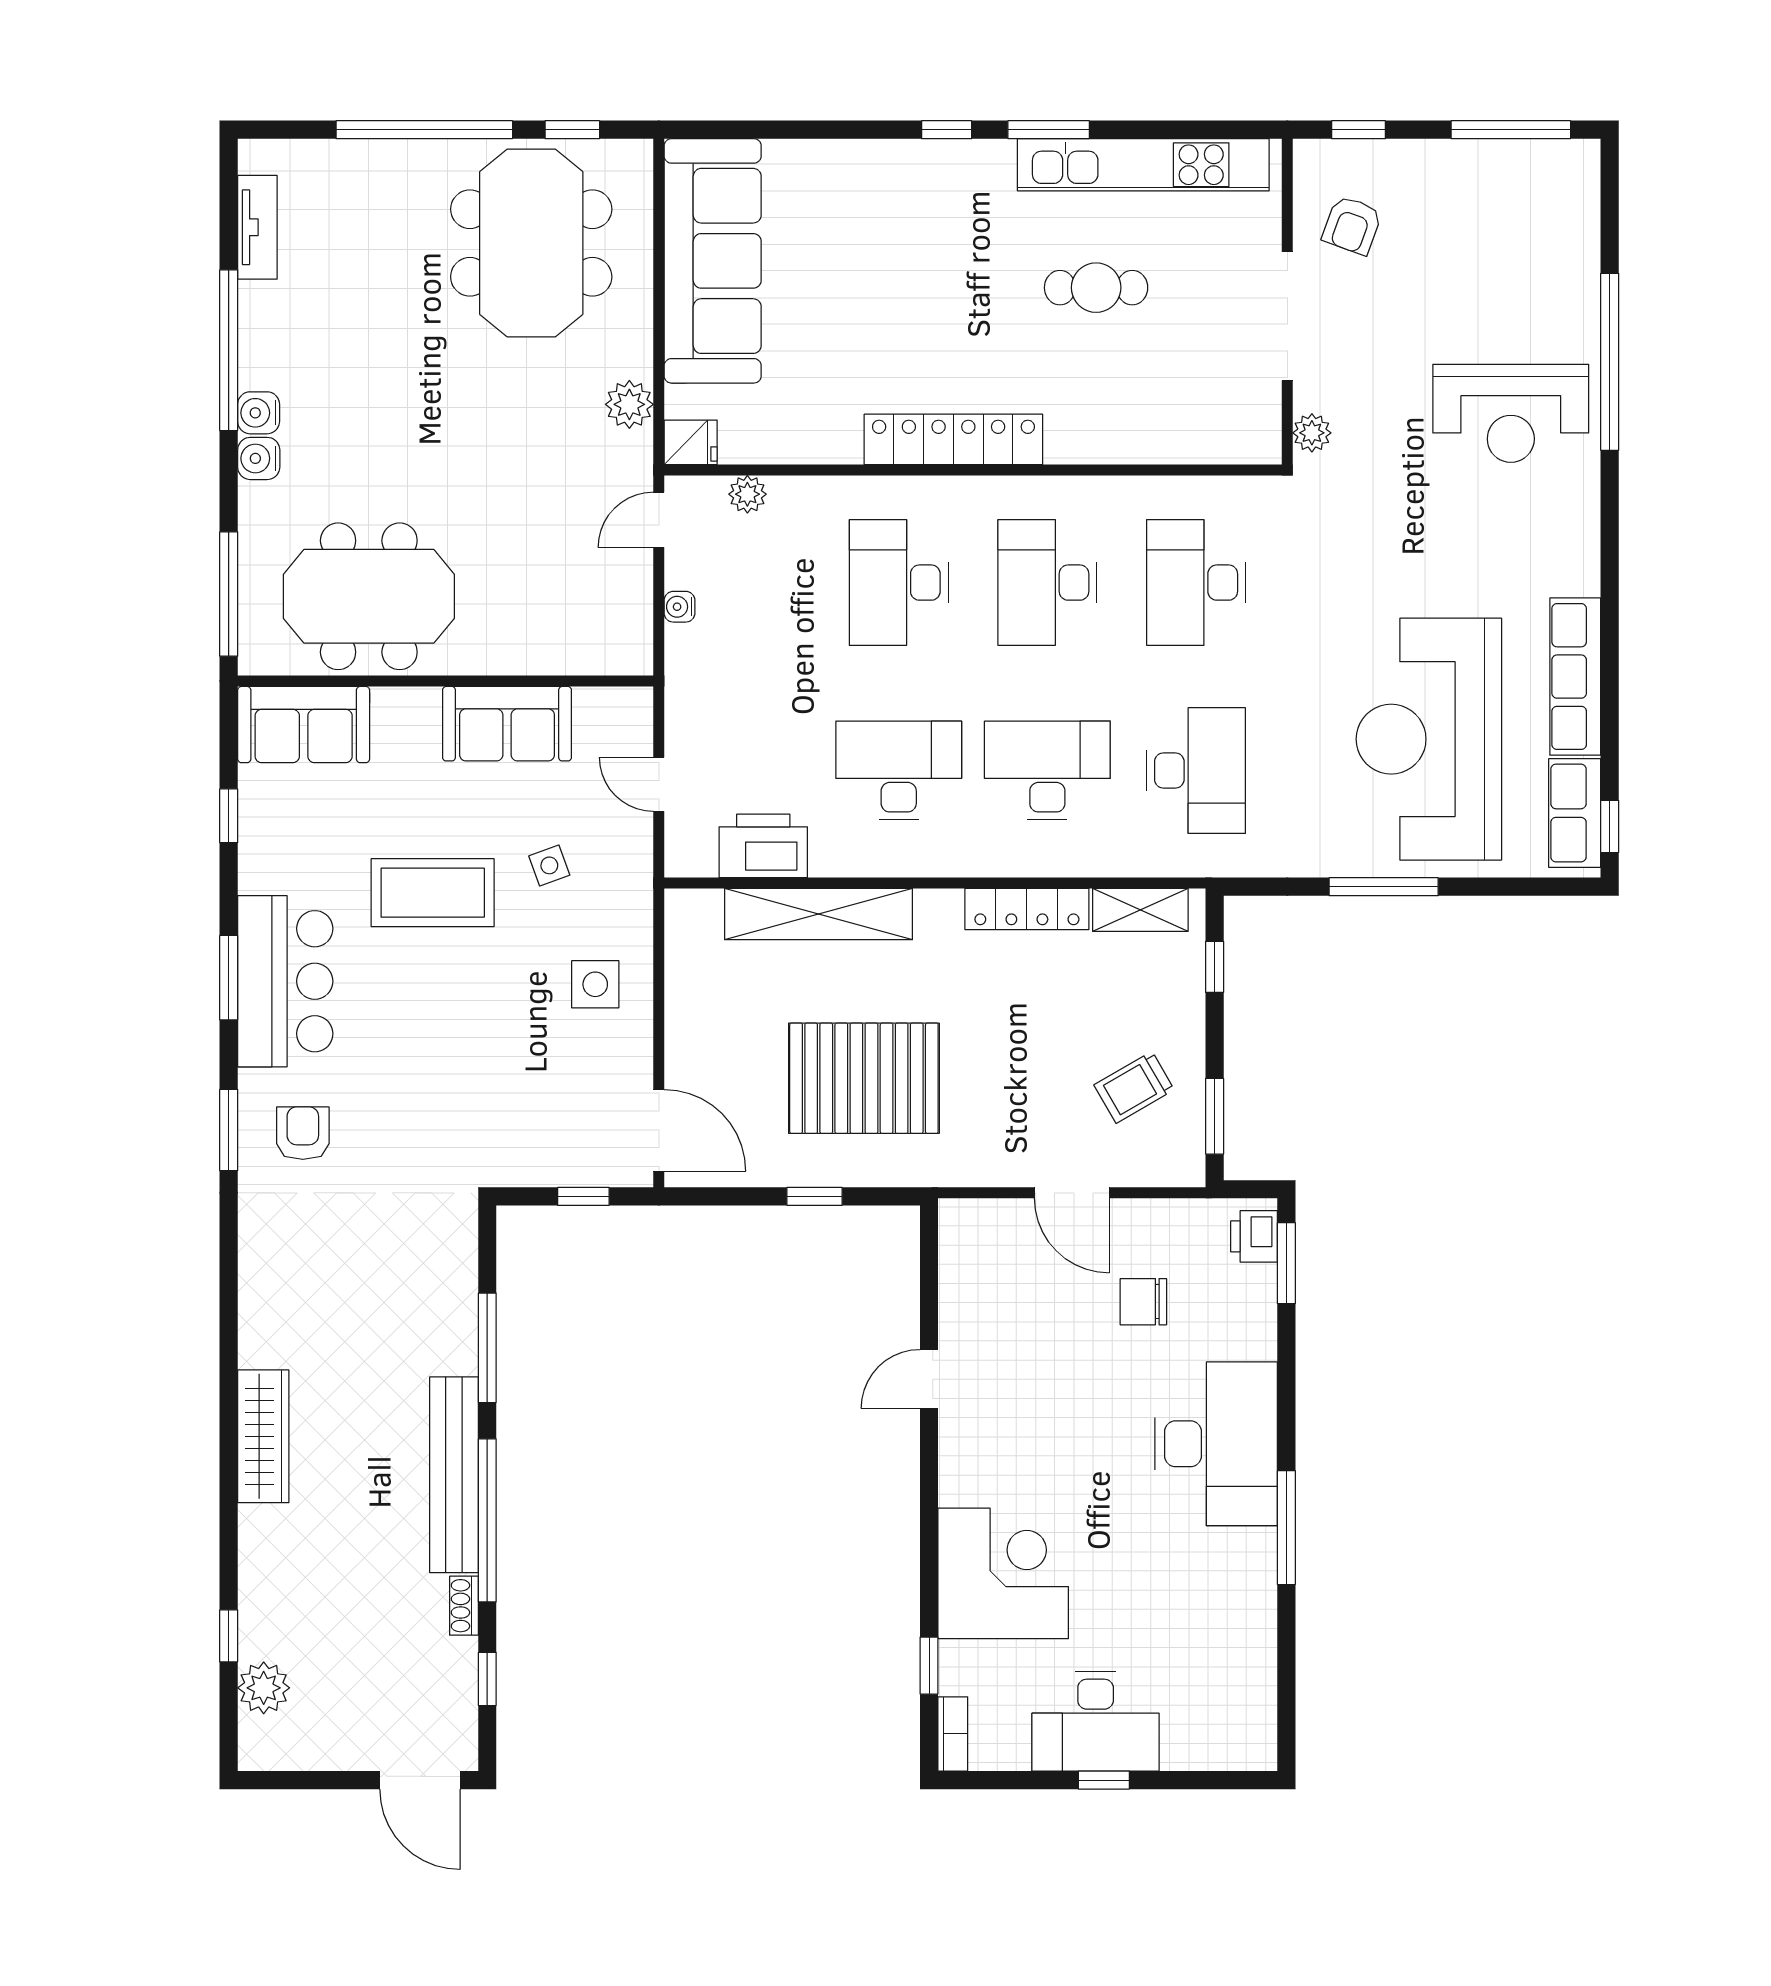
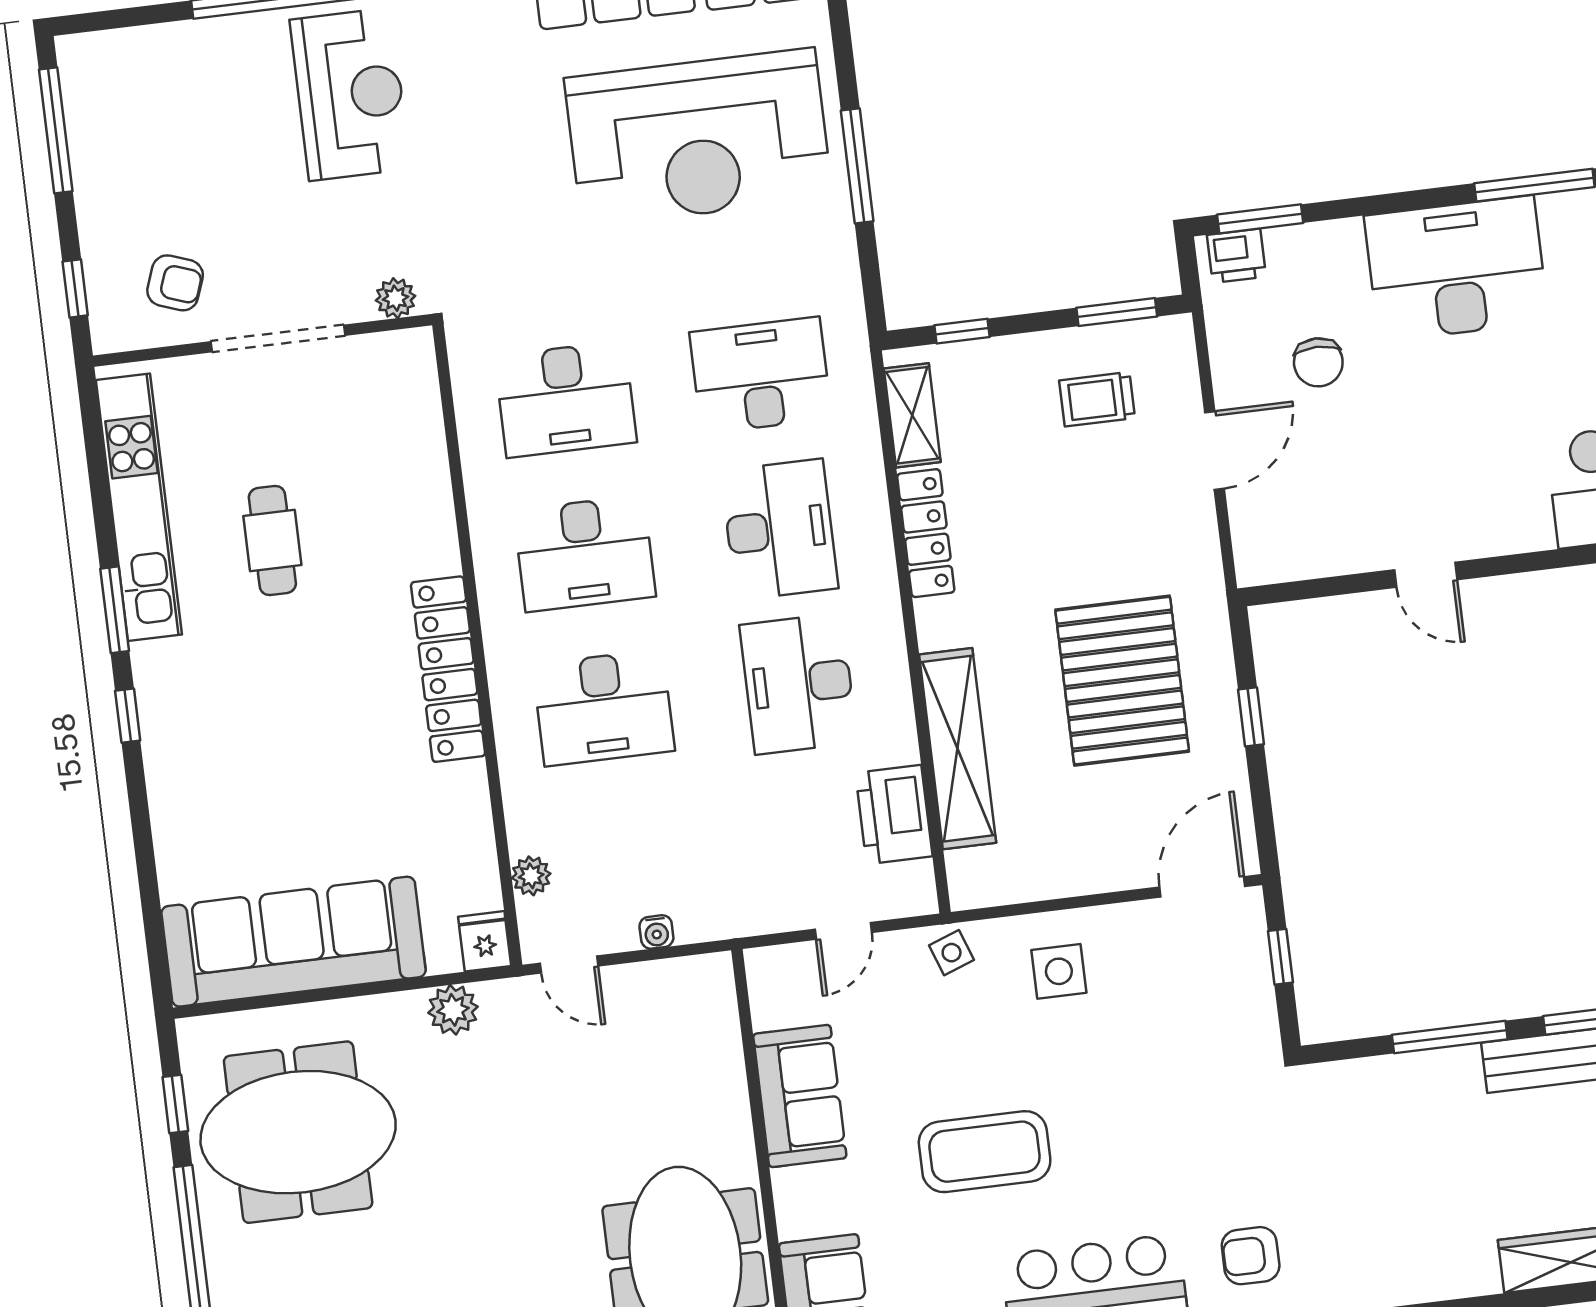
desk: (1047, 771) -> (780, 530), turned 180
side table: (549, 865) -> (952, 953), moved
coffee table: (433, 893) -> (985, 1152), turned 90
trolley: (1134, 1087) -> (1097, 399), turned 120

